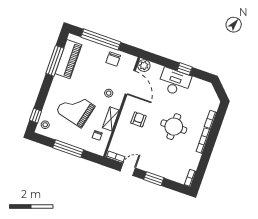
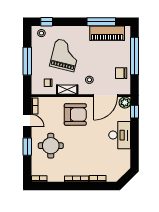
window: (185, 69) -> (135, 112), moved
armchair: (138, 119) -> (75, 114), width x1.88, depth x1.88
round table: (174, 127) -> (51, 146), moved

